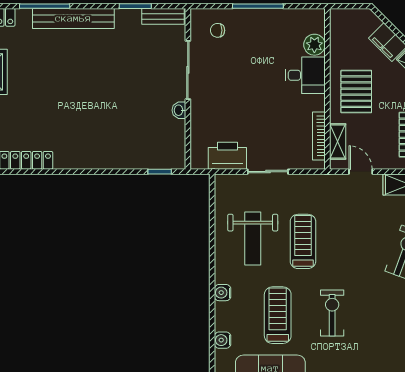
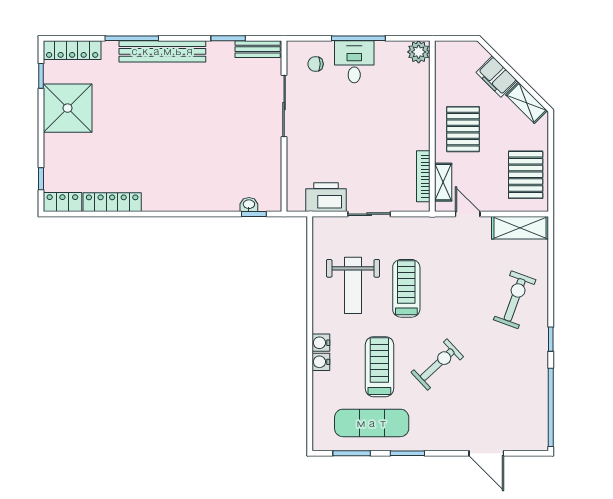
plant: (314, 45) -> (419, 52), moved
desk: (305, 75) -> (354, 62), moved, turned -90
washbasin: (179, 110) -> (249, 205), moved, turned 90
exercise bike: (332, 313) -> (437, 364), turned 47
water cooler: (223, 340) -> (321, 362), moved

